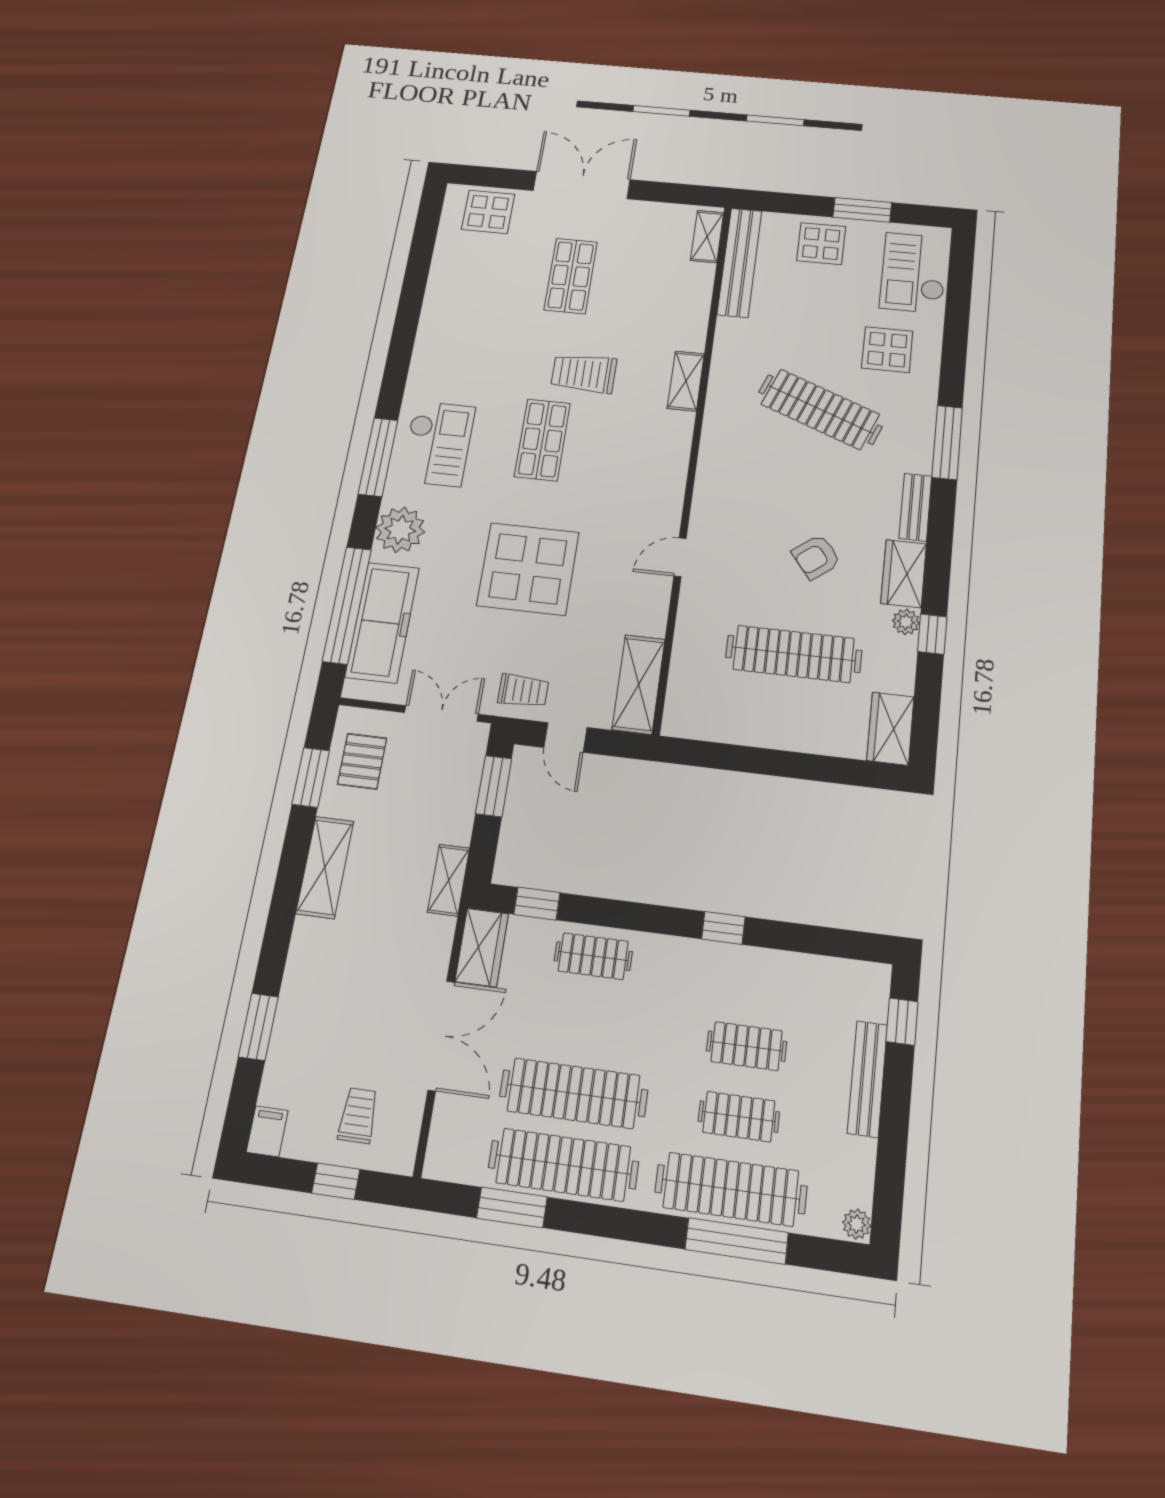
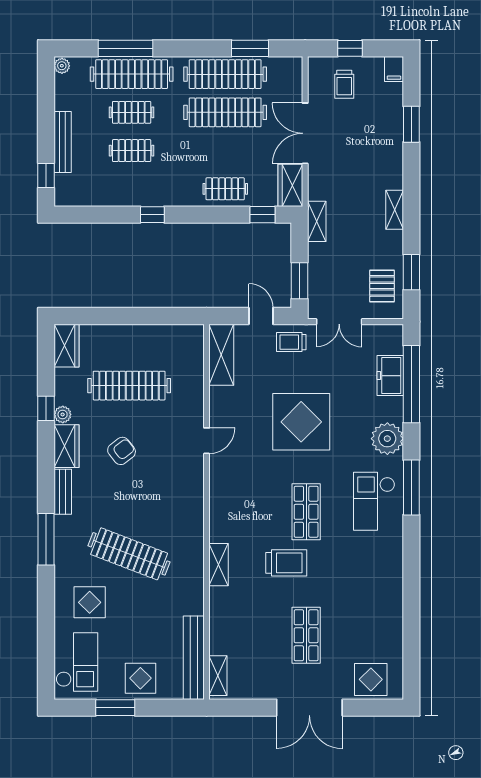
freezer: (382, 622) -> (390, 376), width x0.52, depth x0.79
shelving: (325, 867) -> (395, 210), width x0.67, depth x0.75

